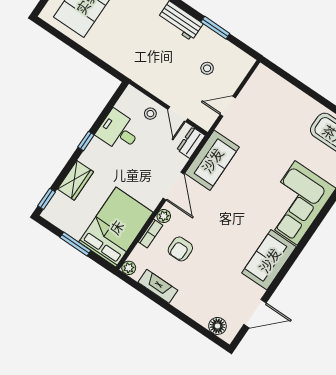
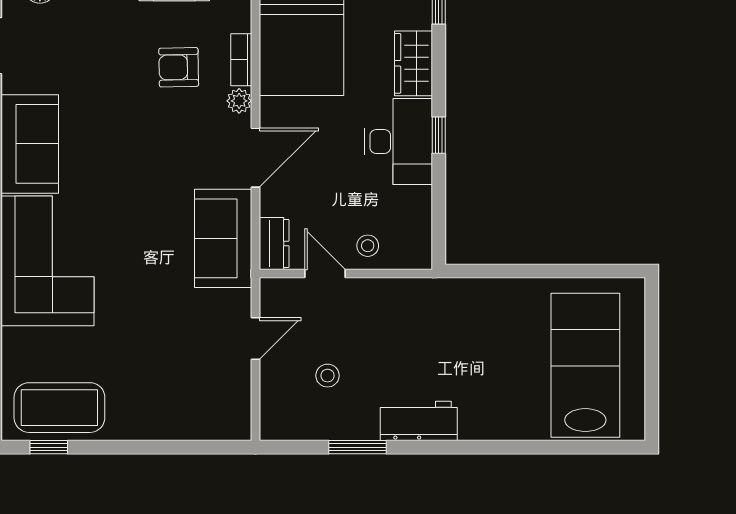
desk: (119, 131) -> (399, 142), moved, width x1.37
door: (174, 186) -> (255, 158), swing flipped
armchair: (180, 249) -> (179, 67), turned -91

